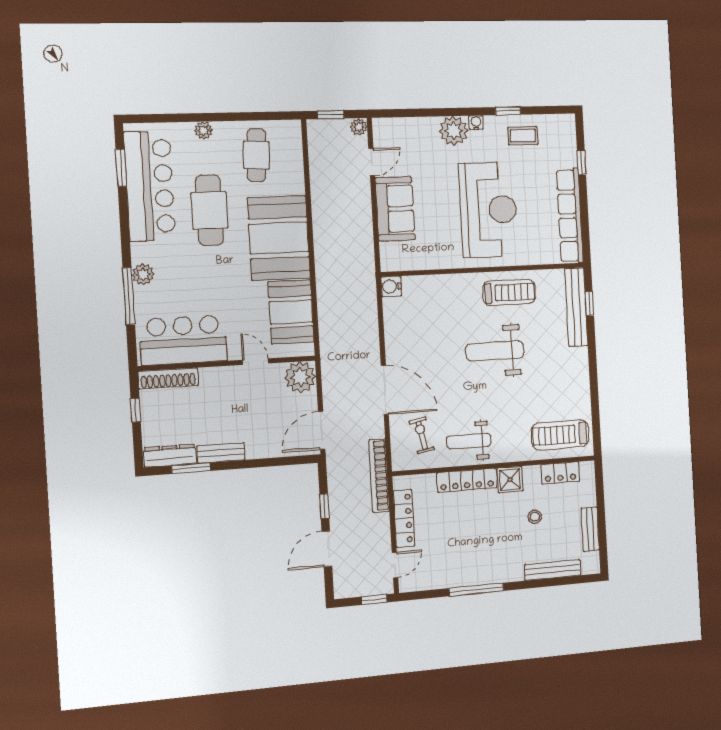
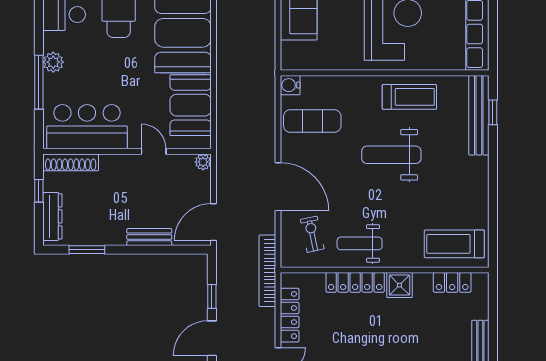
exercise mat: (415, 321) -> (312, 121), added
plant: (300, 377) -> (203, 162), width x0.53, depth x0.53
bench: (221, 453) -> (149, 237), moved
dresser: (170, 456) -> (52, 216), moved, turned 90
stool: (535, 517) -> (423, 325), removed

